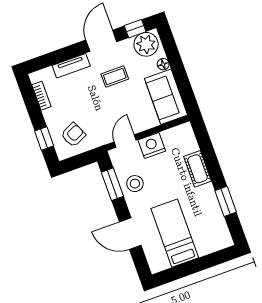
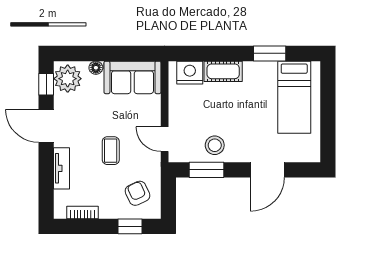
coffee table: (115, 77) -> (111, 151), moved
nightstand: (152, 145) -> (190, 73), moved, turned 90
bed: (175, 233) -> (294, 97), moved, turned -90

